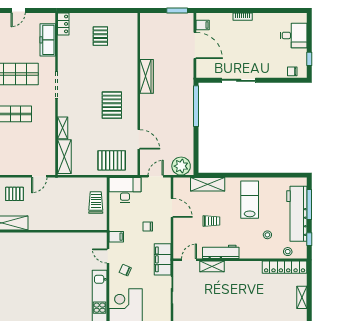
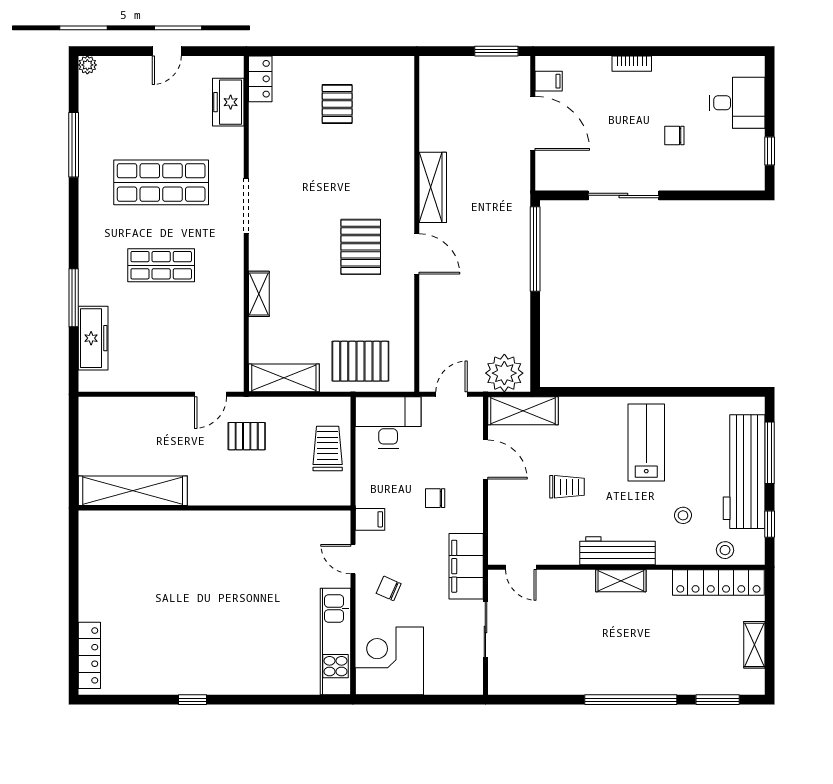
freezer: (48, 40) -> (228, 102), width x0.71
chair: (292, 71) -> (674, 135), moved
door: (139, 139) -> (417, 254), moved
shelving: (64, 157) -> (284, 378), moved, turned 90
shelving: (208, 184) -> (523, 411), moved
pallet: (14, 194) -> (247, 436), moved
workbench: (221, 252) -> (617, 551), moved
door: (189, 260) -> (521, 567), swing flipped
shelving: (212, 266) -> (621, 581), moved

